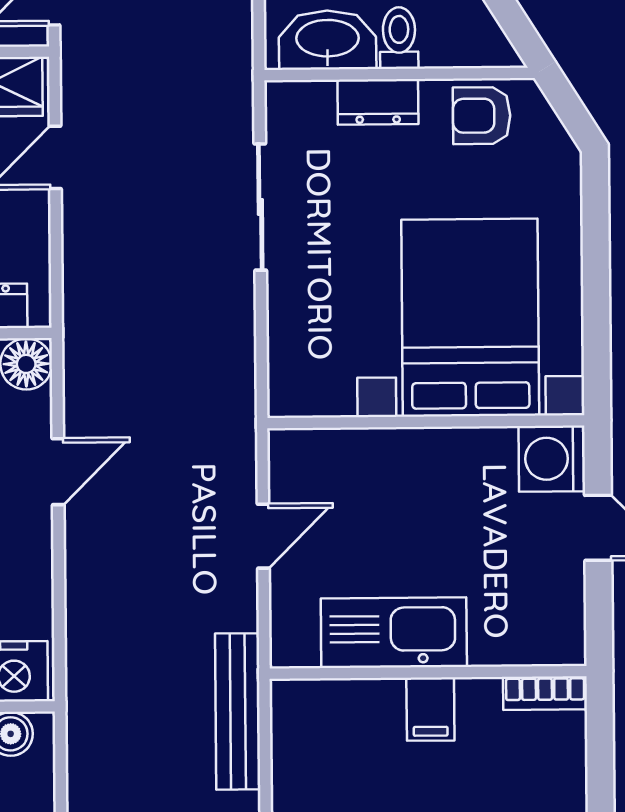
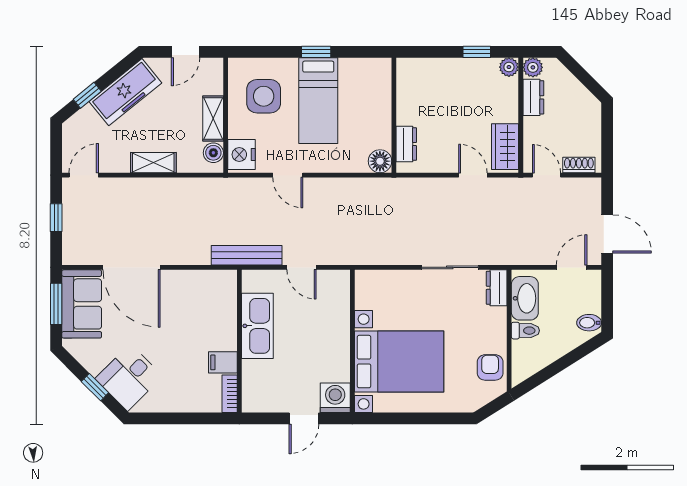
dresser: (378, 102) -> (497, 288), moved
door: (58, 472) -> (288, 175), moved
filing cabinet: (430, 709) -> (223, 362), moved
bench: (238, 711) -> (247, 255), moved

